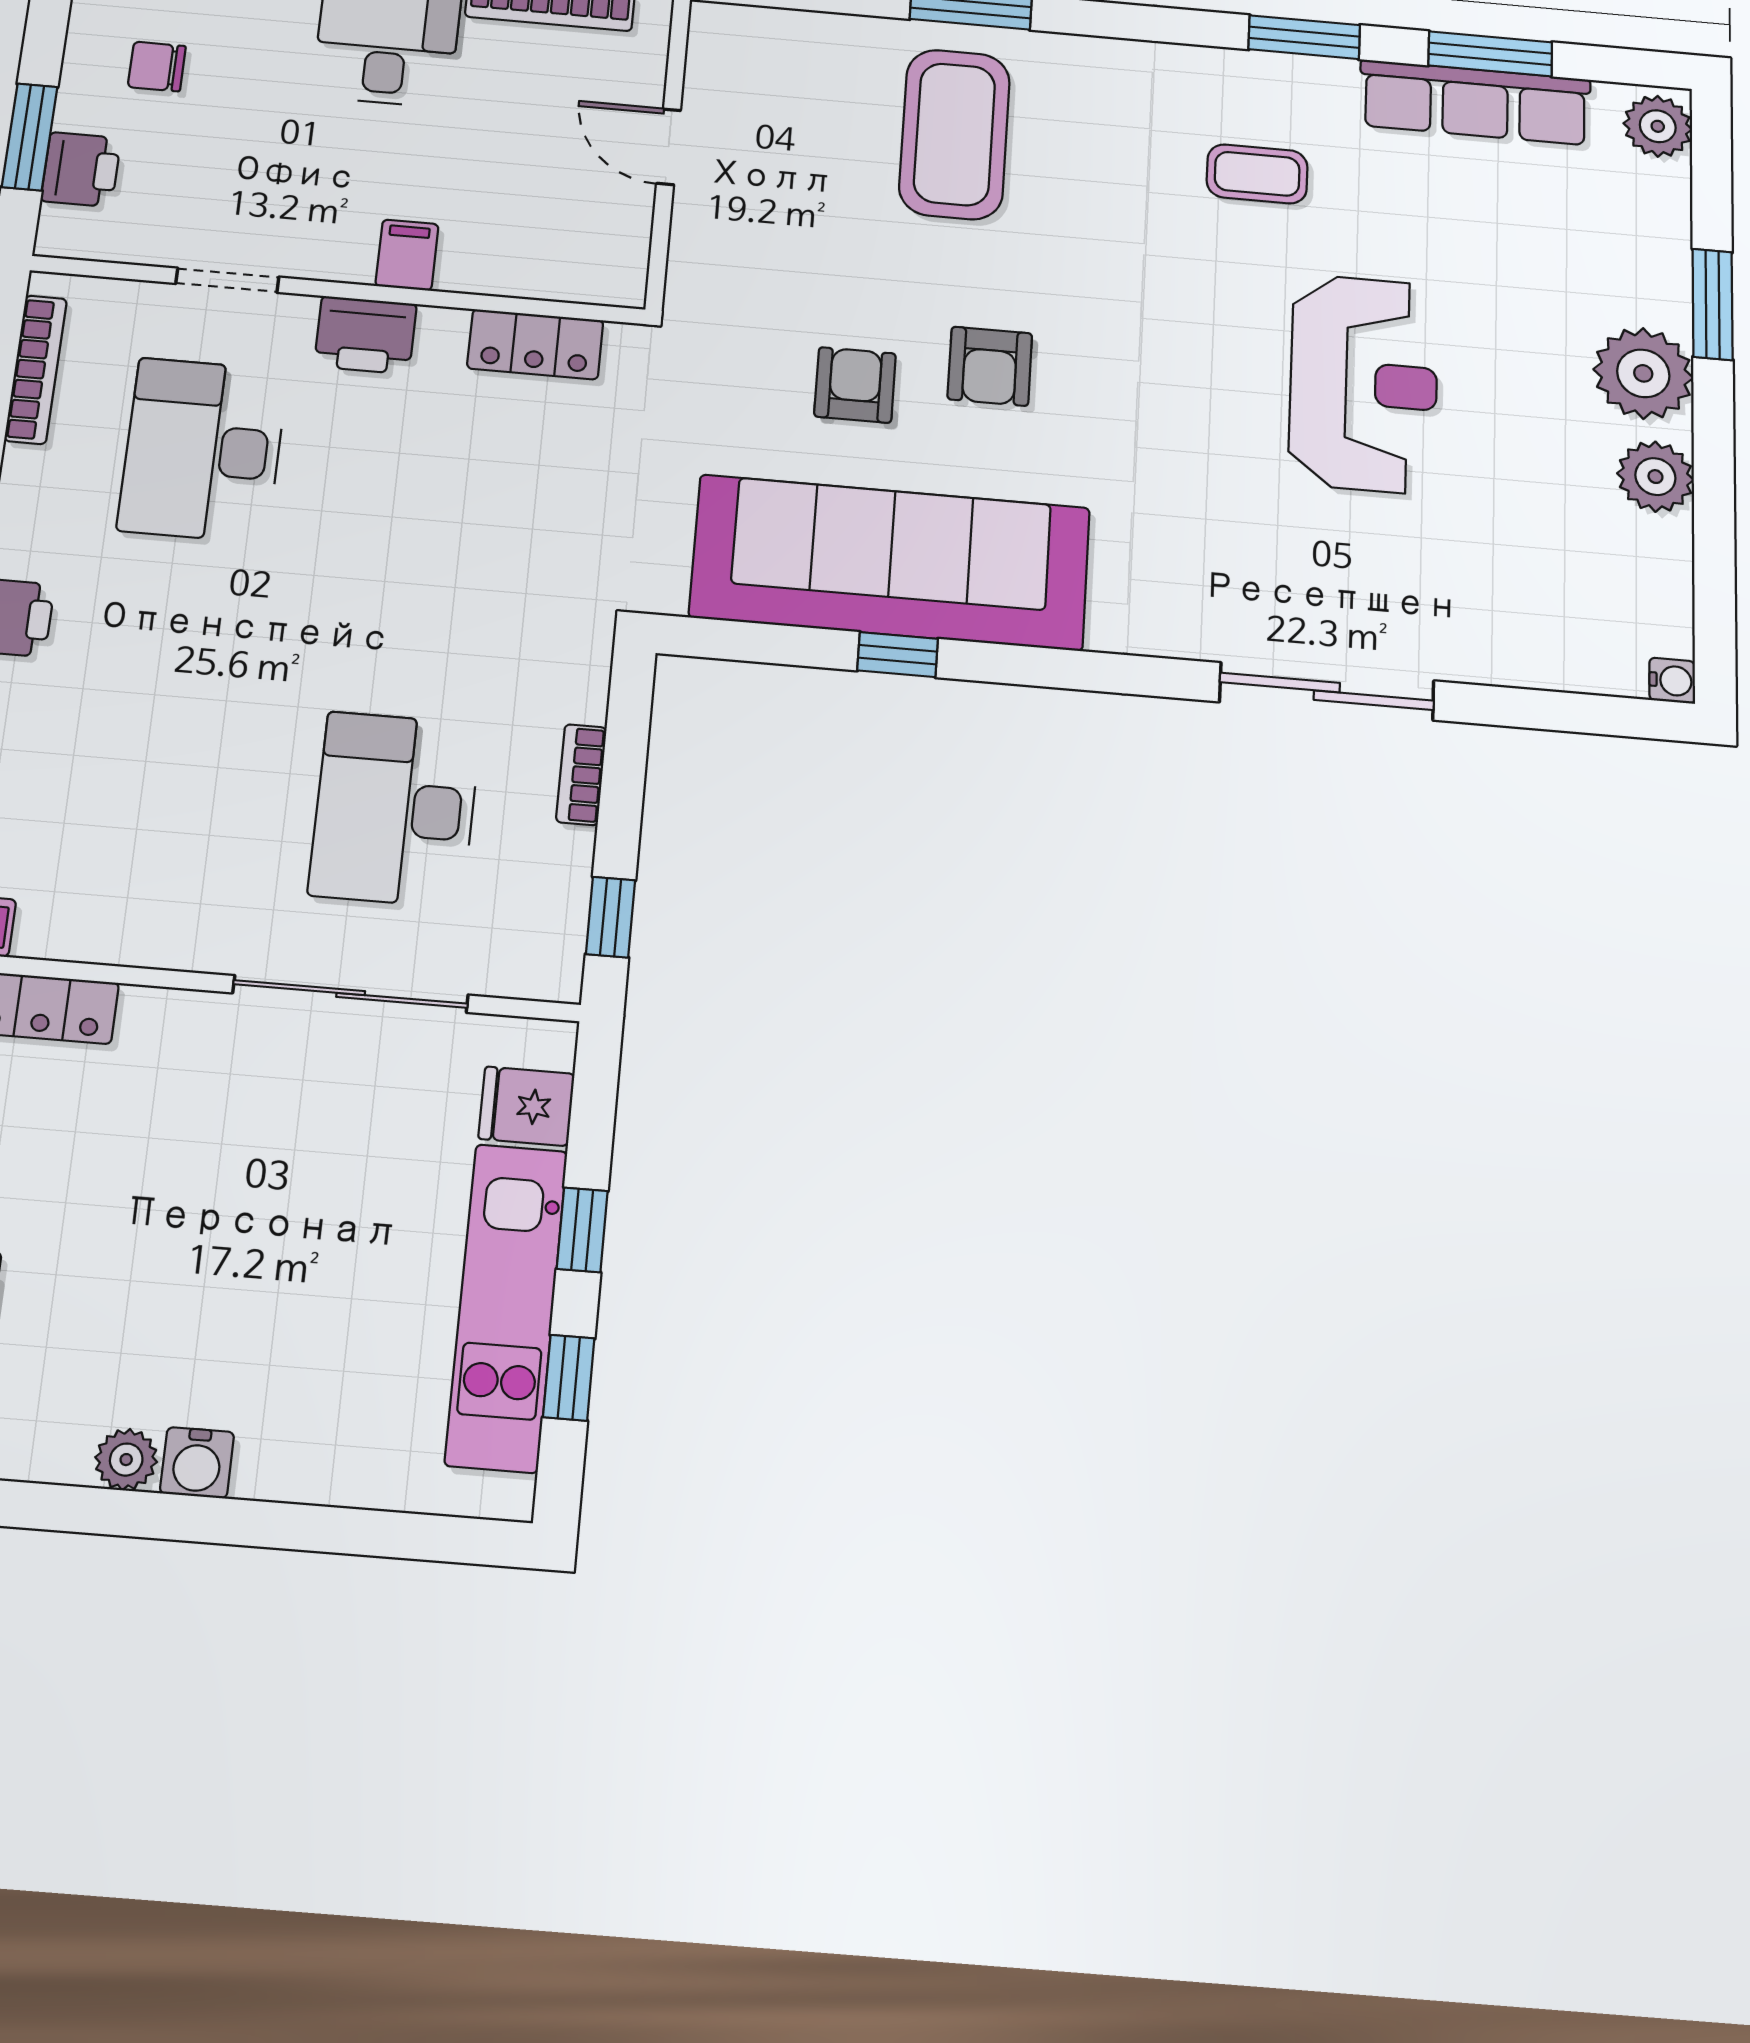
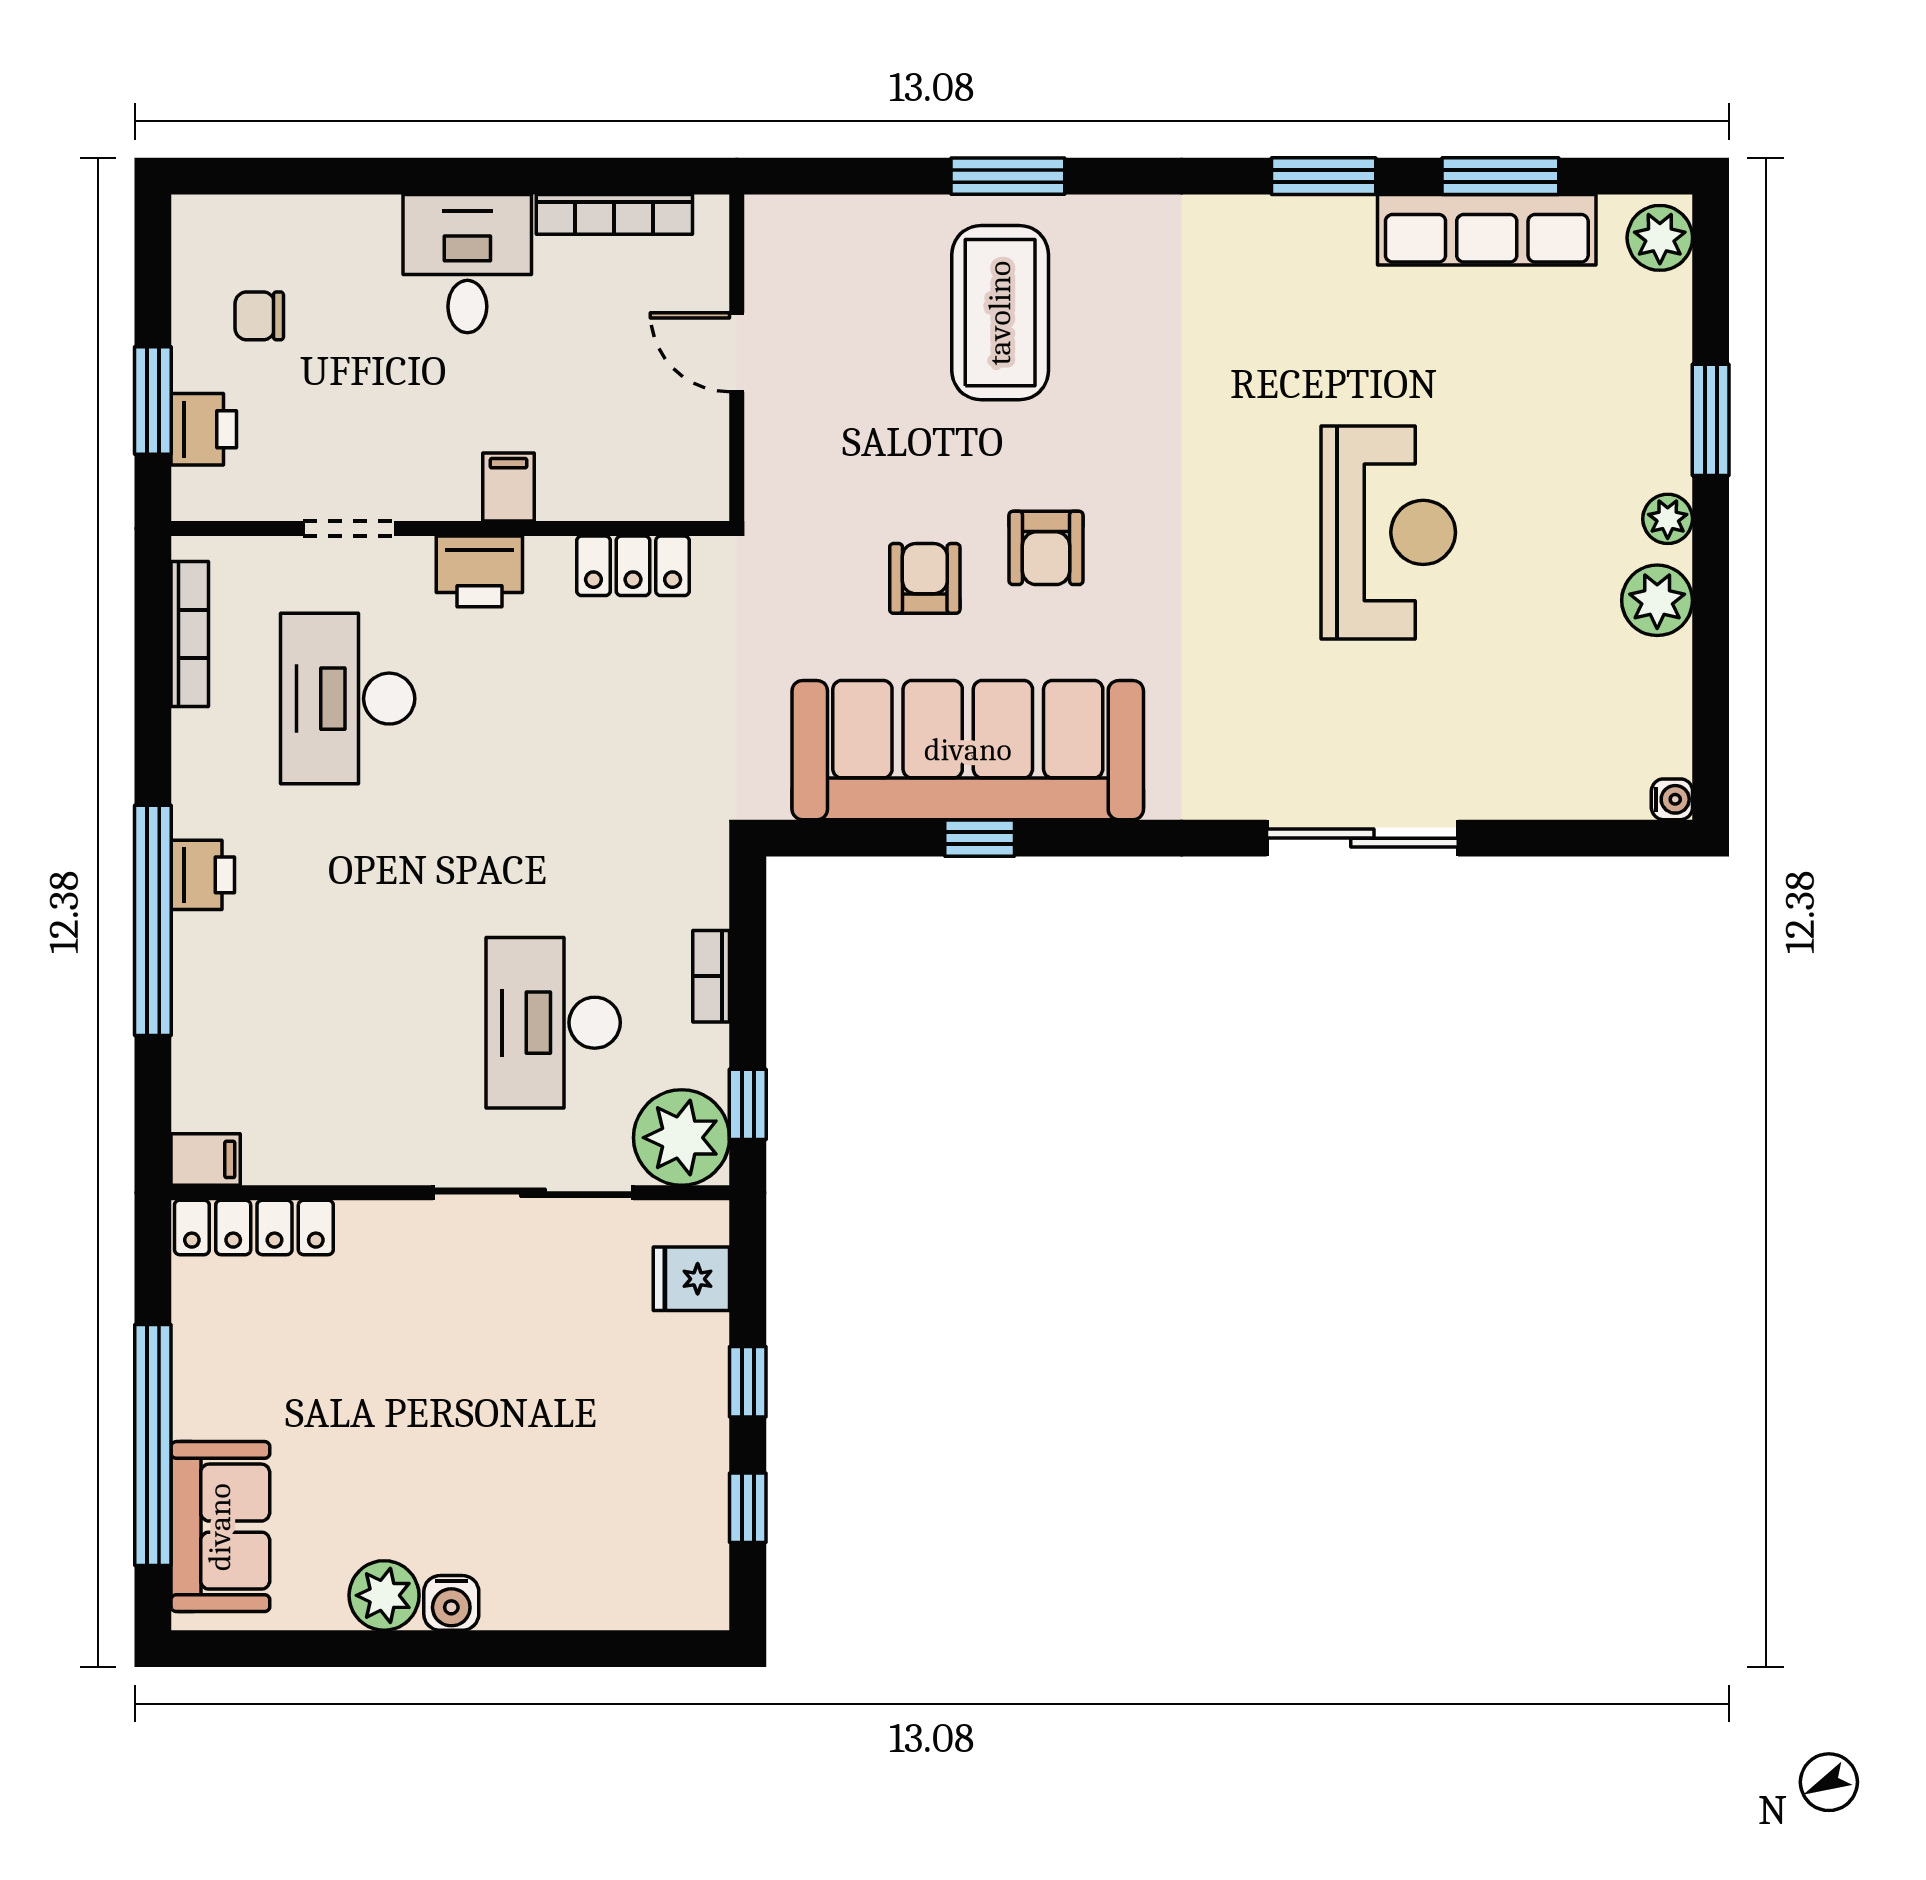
coffee table: (1257, 174) -> (1284, 326), removed
plant: (1643, 373) -> (1668, 519), width x0.53, depth x0.53
plant: (530, 947) -> (682, 1138), added
kitchen unit: (507, 1307) -> (691, 1452), removed
plant: (126, 1460) -> (384, 1595), width x1.38, depth x1.38

